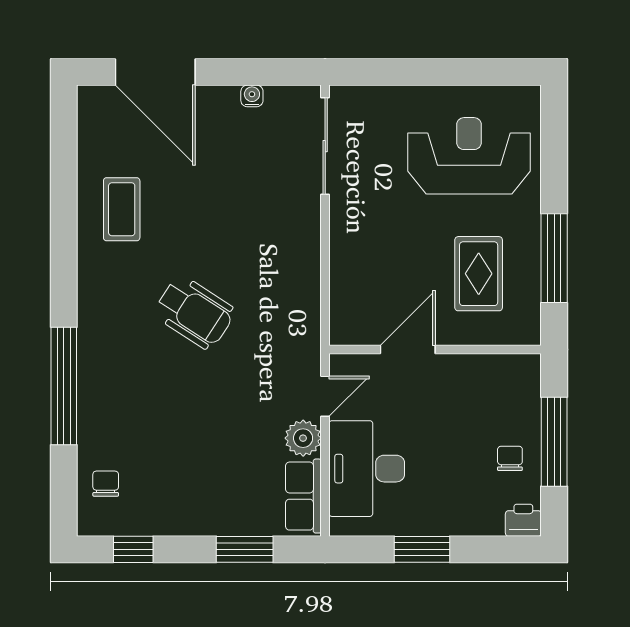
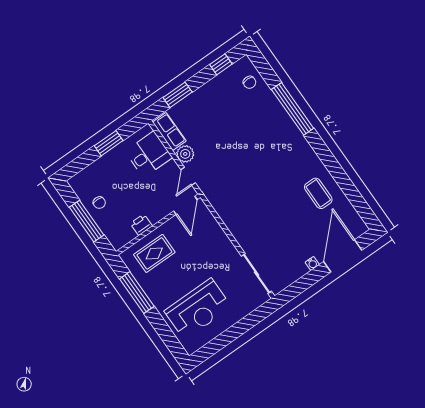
door: (155, 72) -> (343, 256), hinge flipped
water cooler: (252, 96) -> (312, 263), moved
rug: (479, 274) -> (154, 253), moved, turned 90
wheelchair: (194, 312) -> (262, 173), removed
door: (408, 349) -> (185, 205), moved
desk: (367, 469) -> (149, 154), width x0.73
printer: (523, 520) -> (141, 225), moved, turned 180

